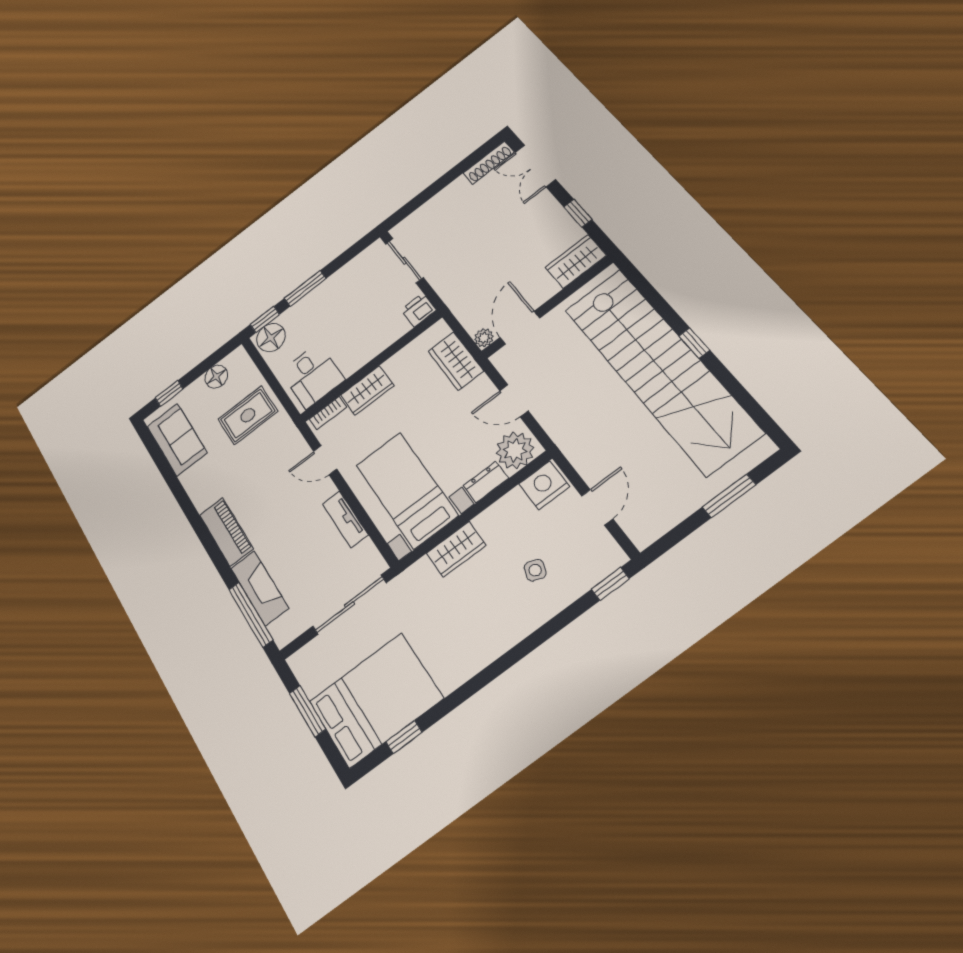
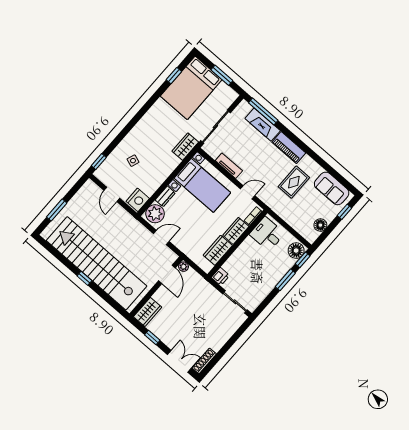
wardrobe: (456, 361) -> (218, 250), moved, turned -90
rug: (248, 415) -> (294, 182), moved
wardrobe: (456, 549) -> (185, 147), moved

